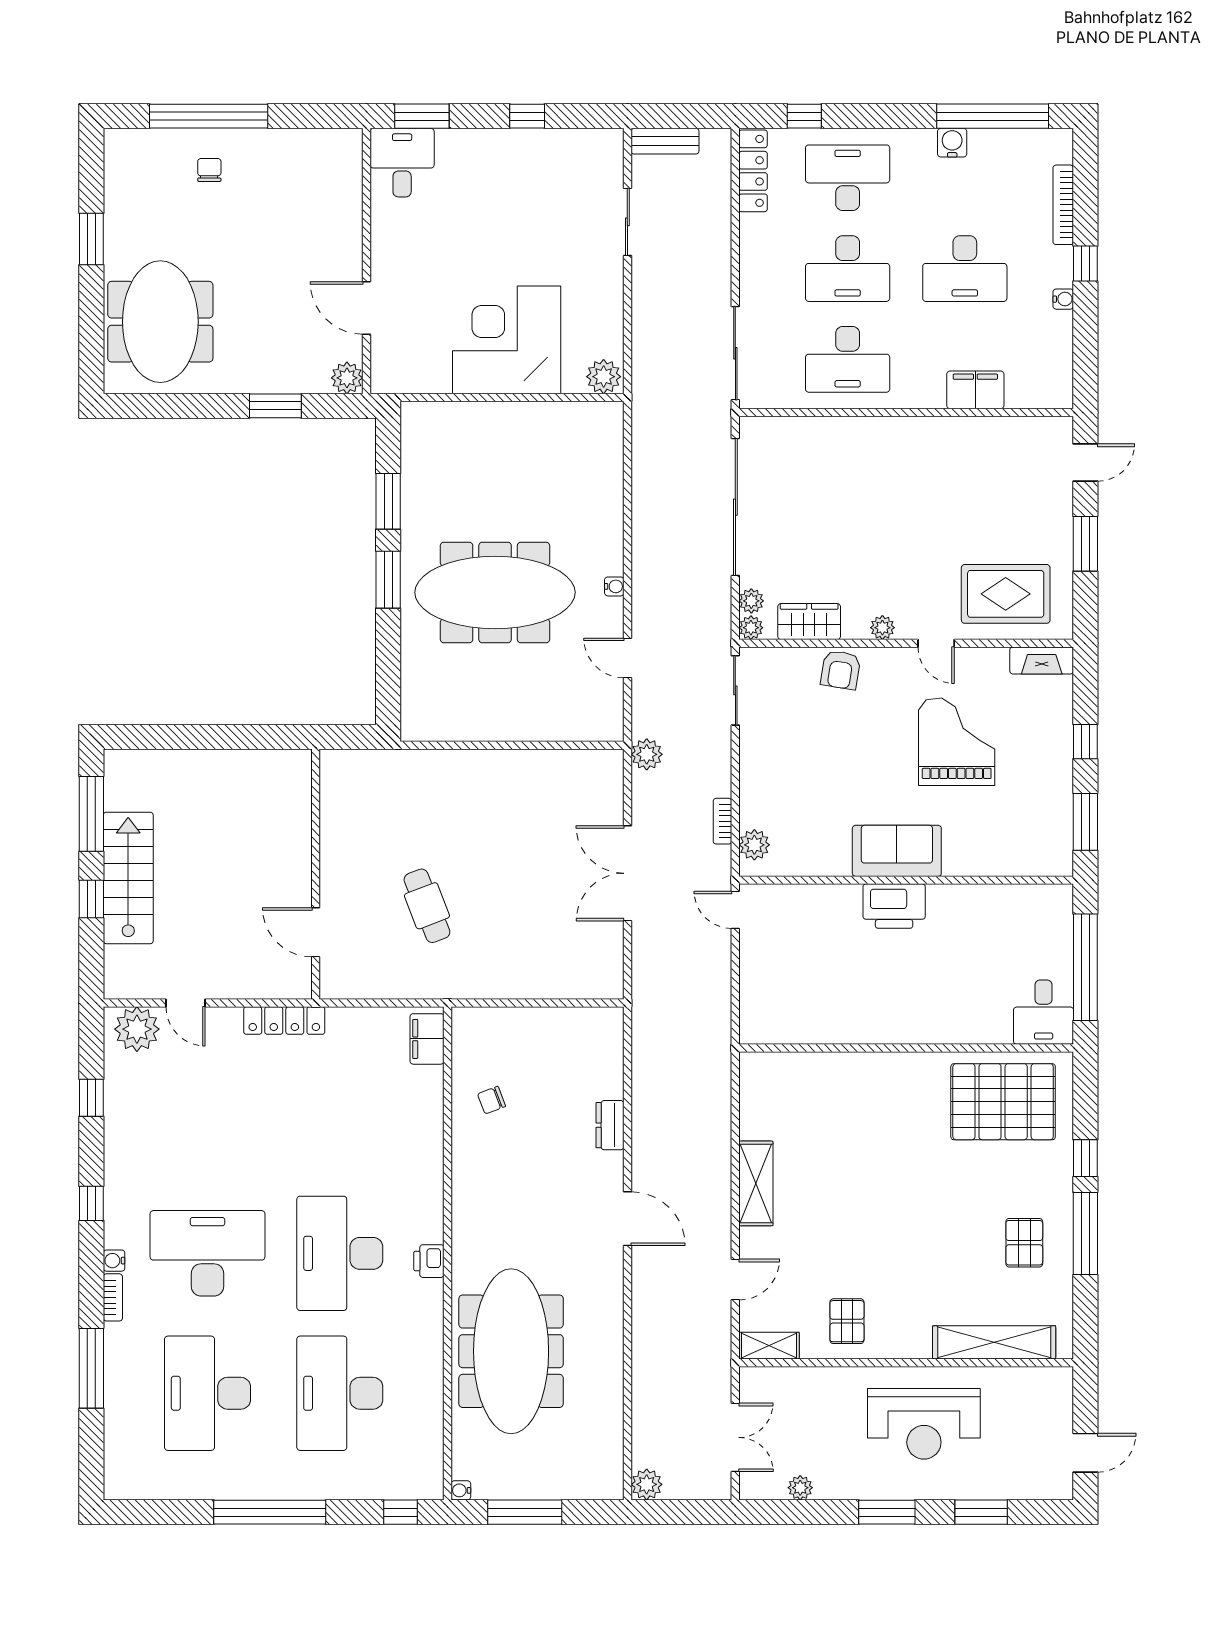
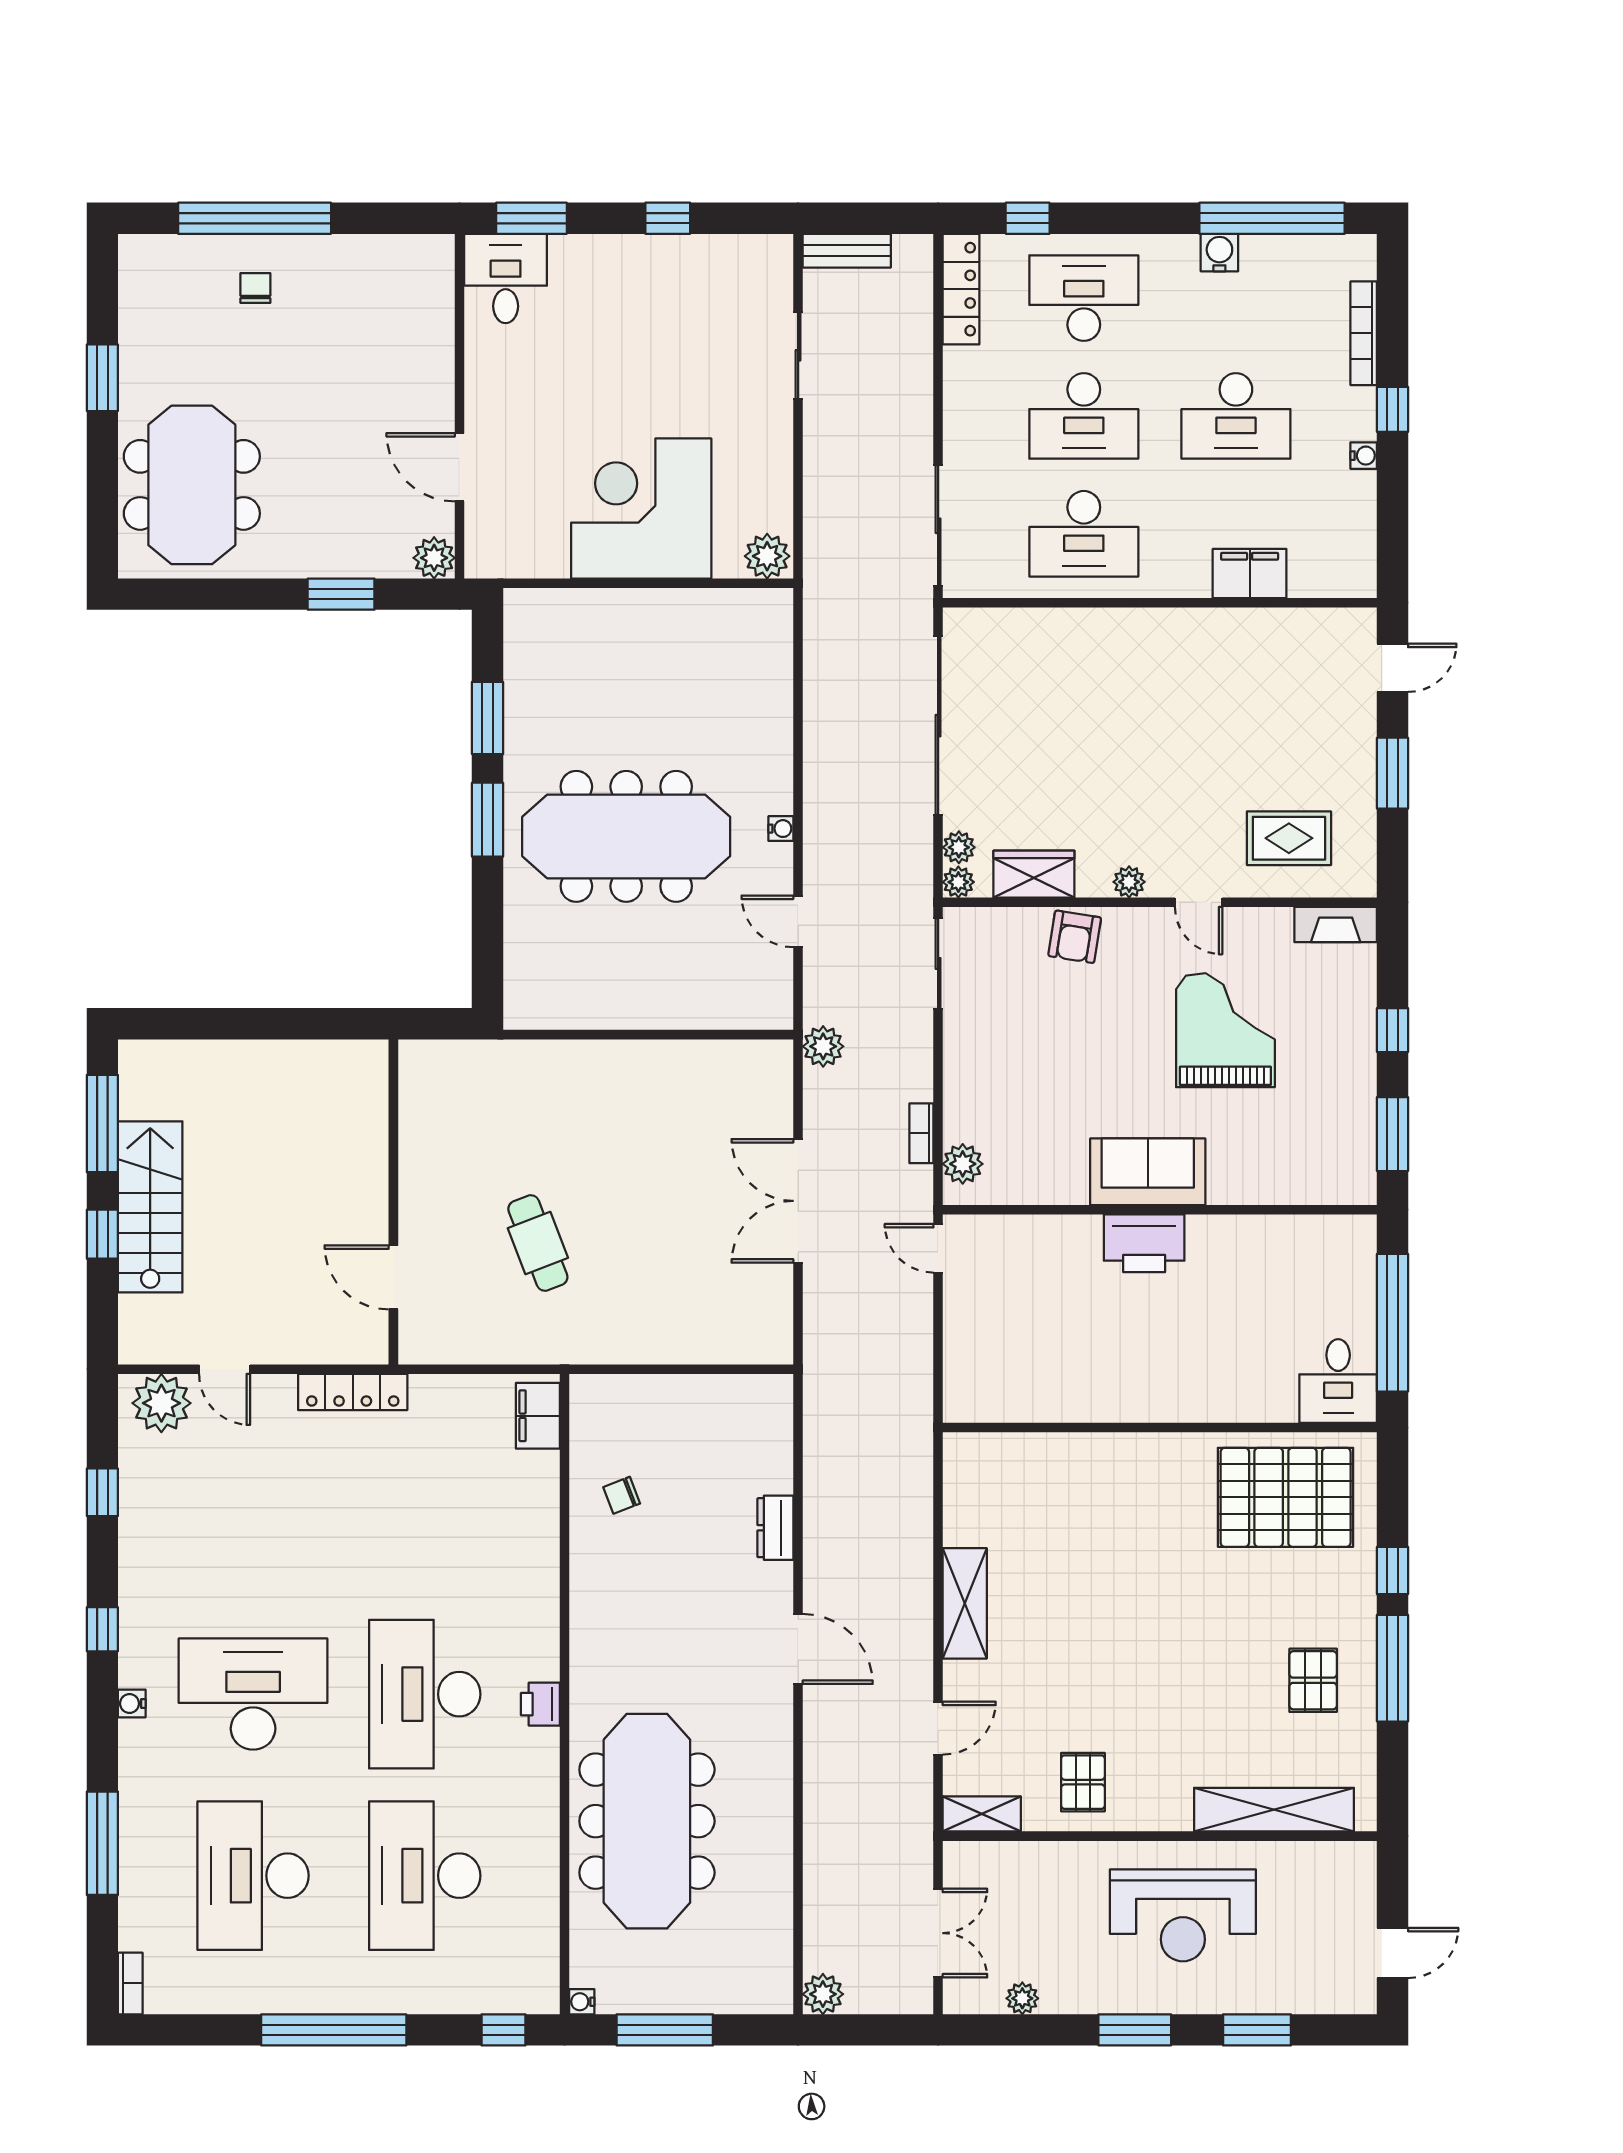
rug: (1006, 594) -> (1289, 838), width x0.73, depth x0.70
bookcase: (113, 1297) -> (130, 1983), moved

